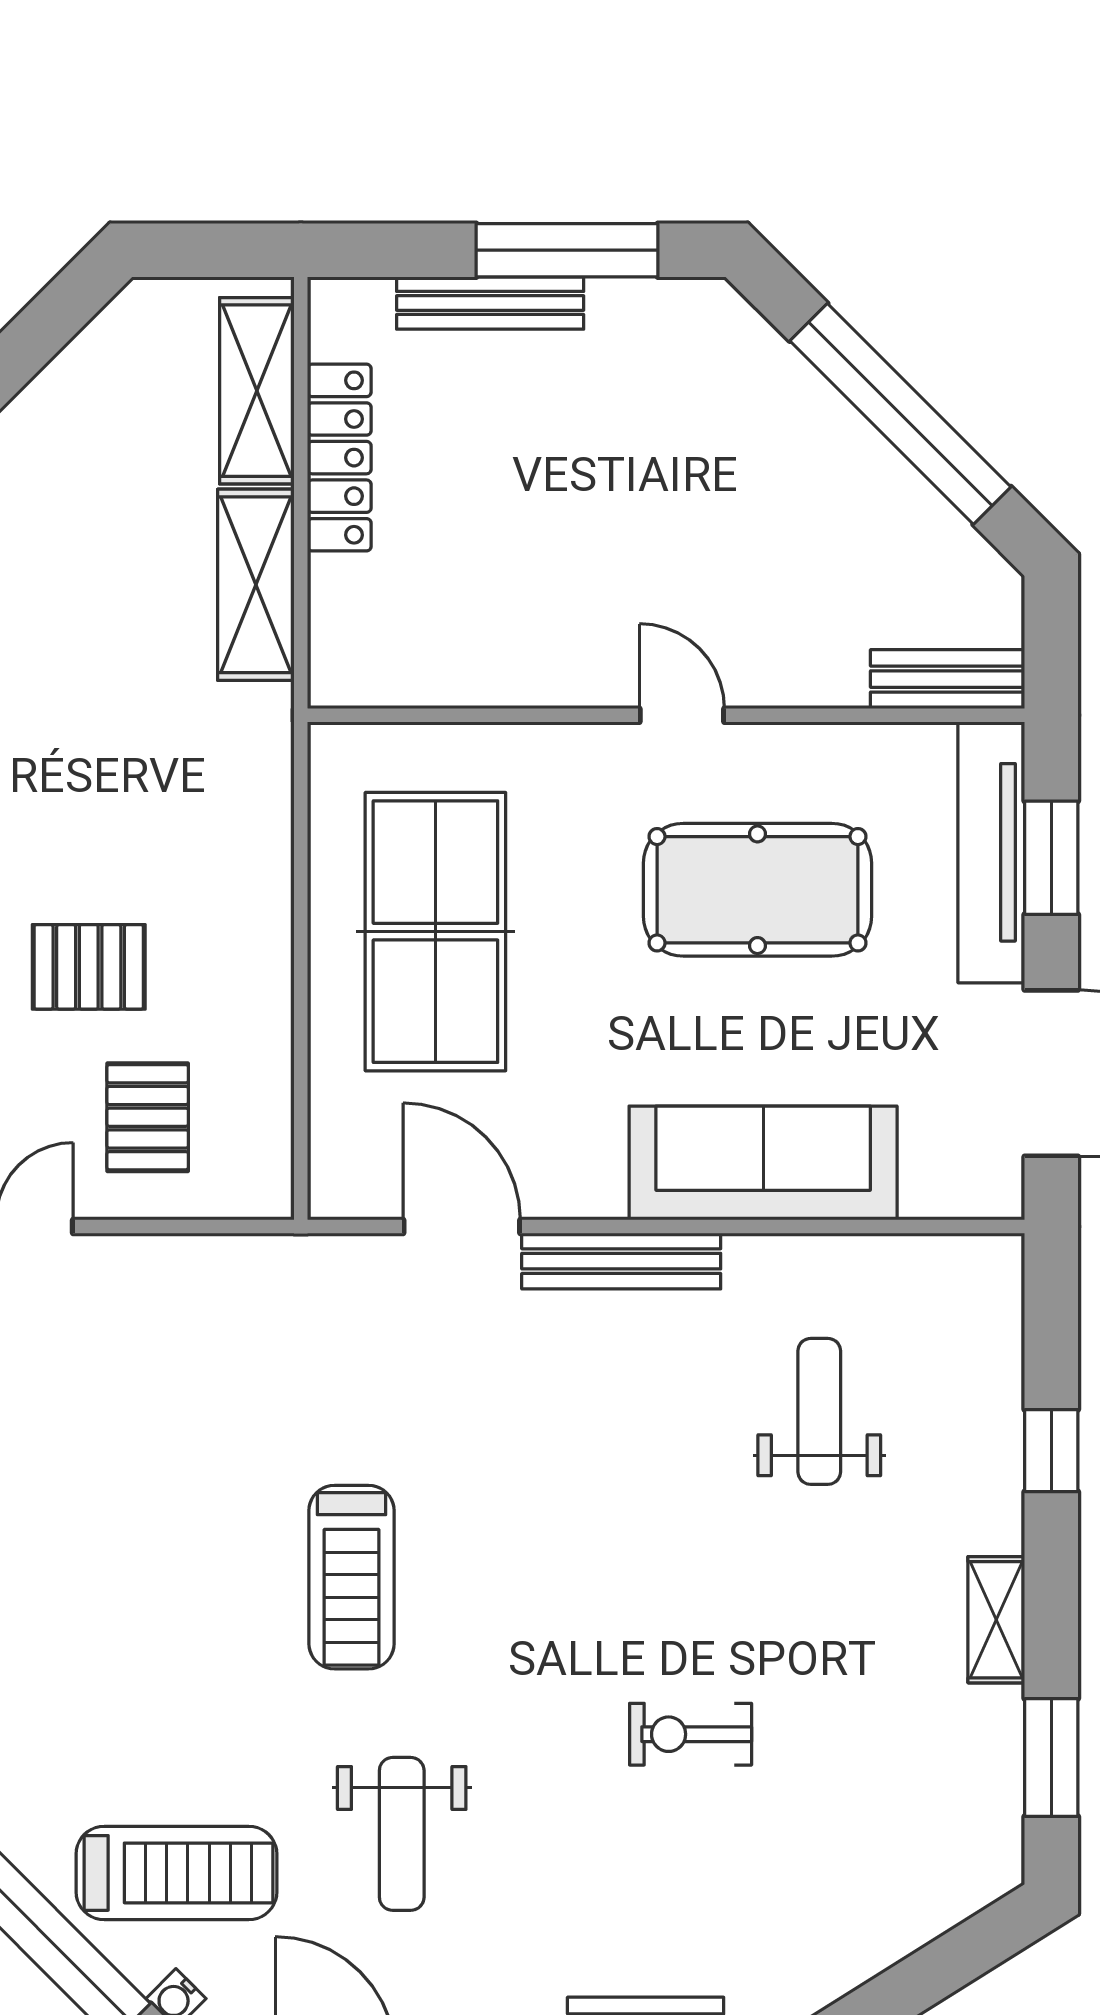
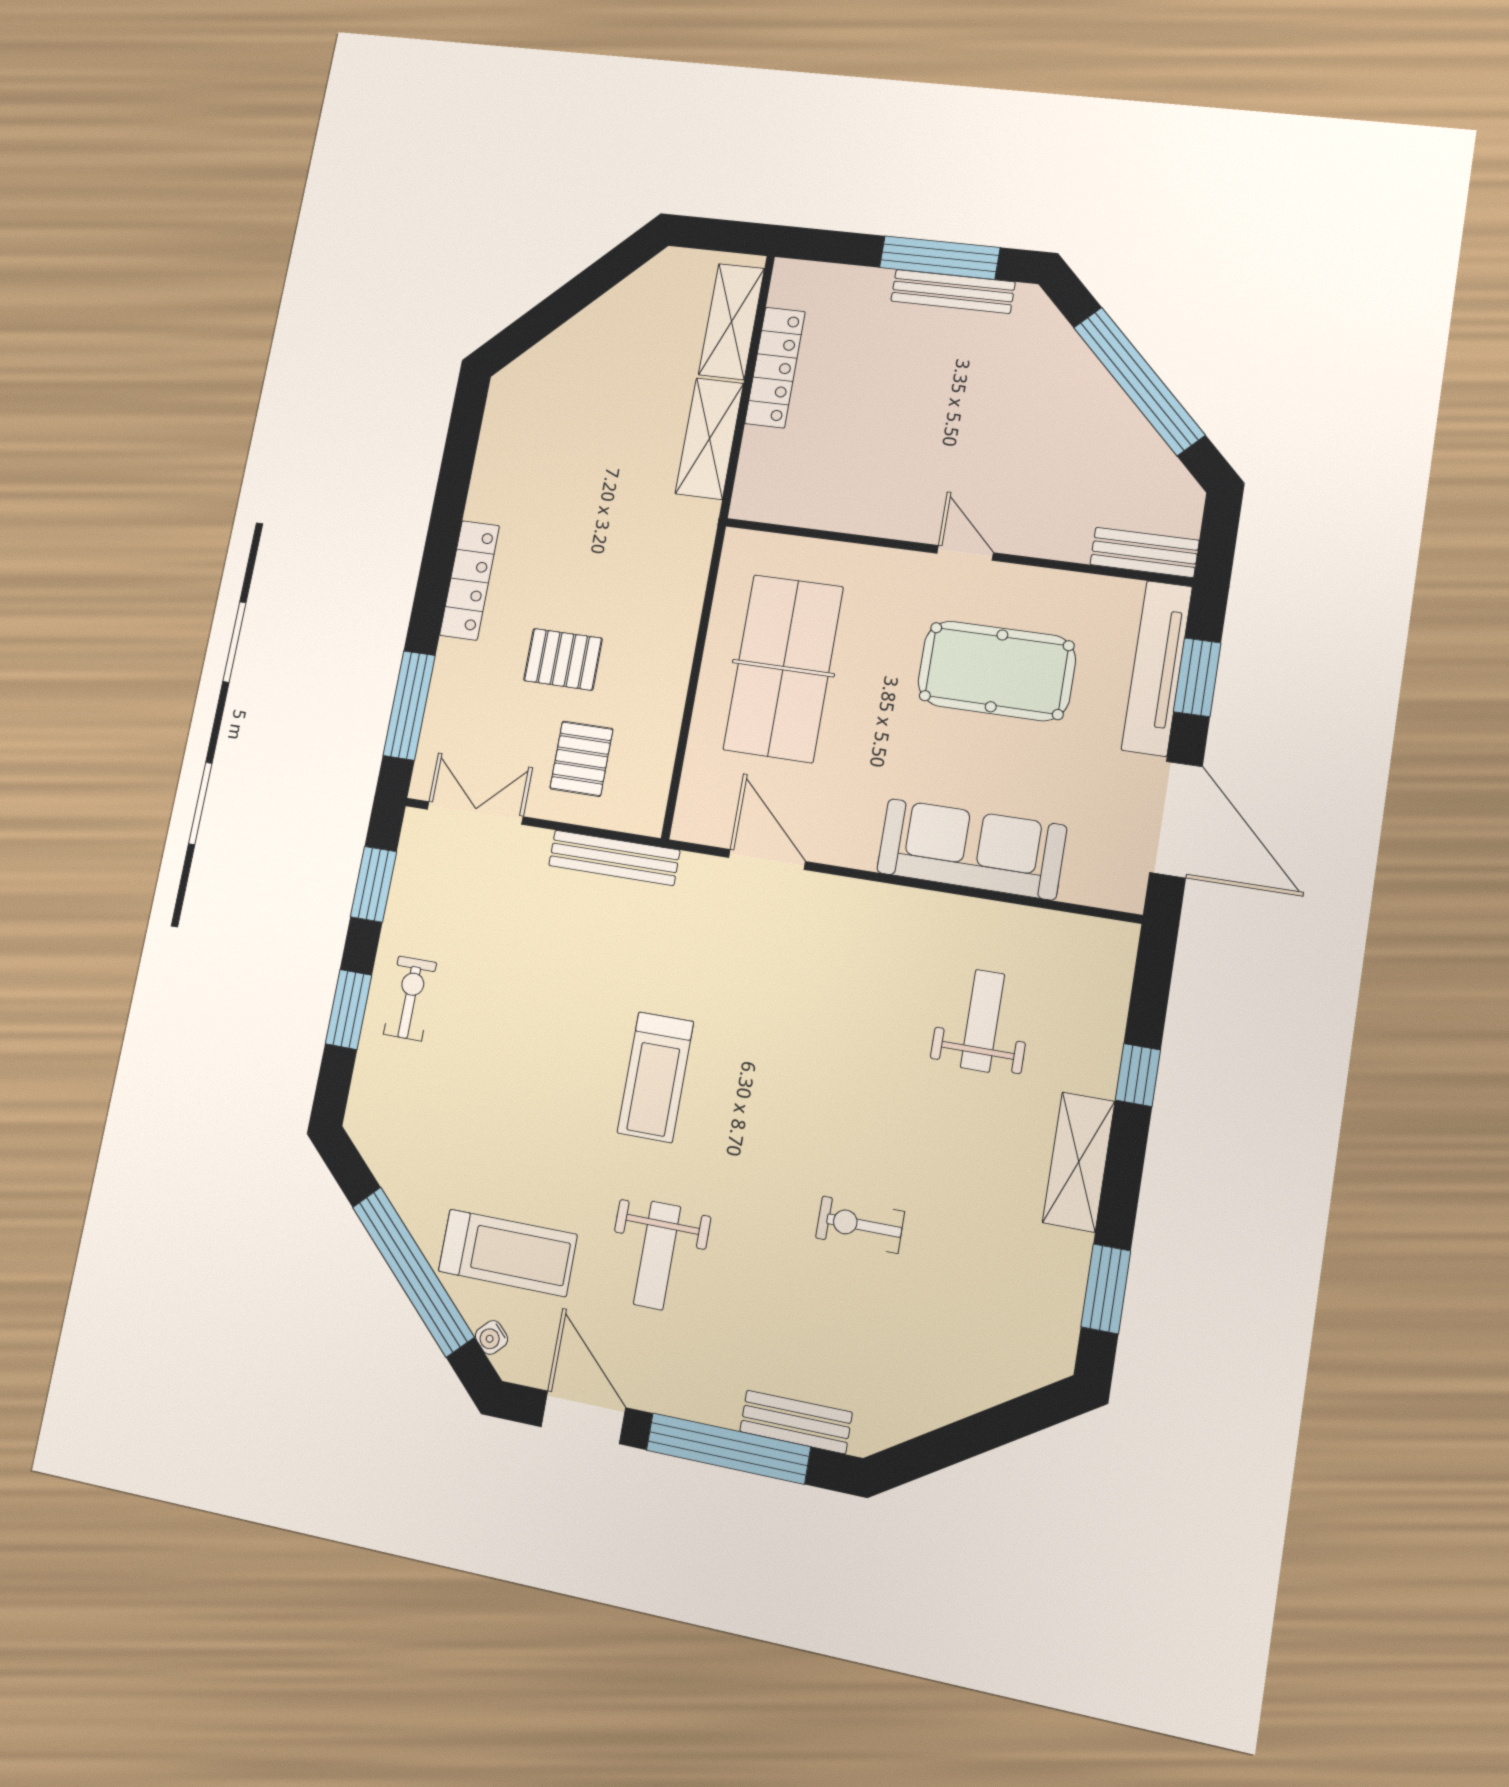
bench: (490, 303) -> (953, 291), moved
bench: (621, 1261) -> (614, 858), moved
shelving: (996, 1620) -> (1079, 1162), width x1.50, depth x1.33

